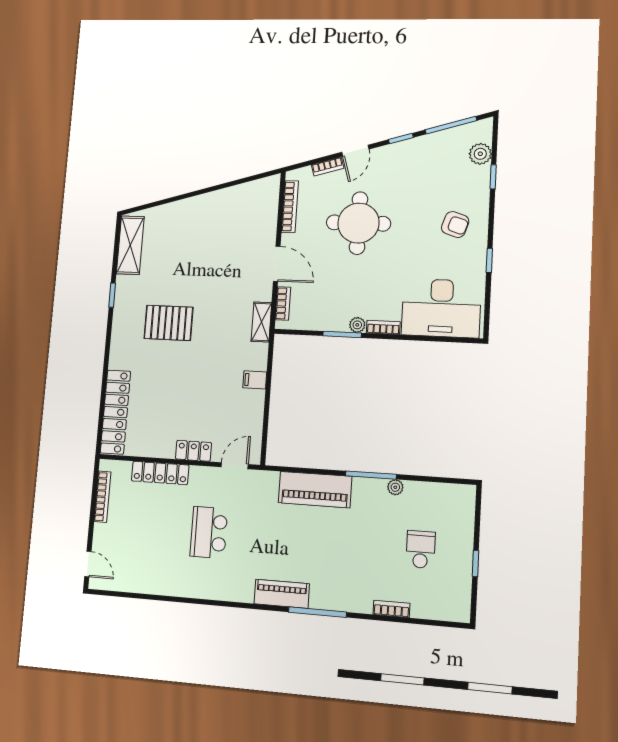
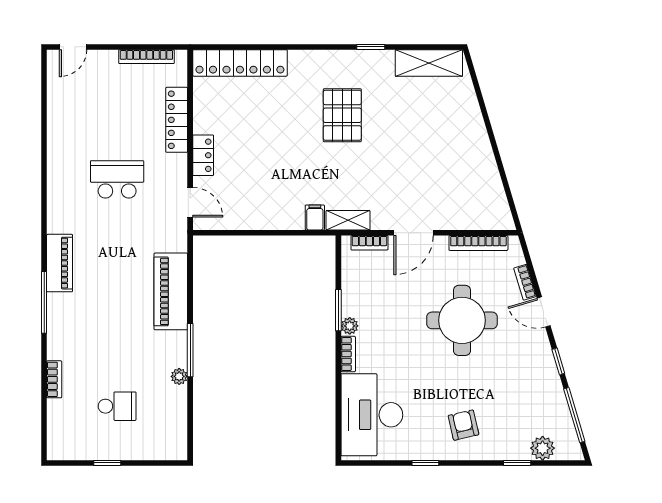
armchair: (455, 224) -> (463, 425), turned 149
filing cabinet: (255, 380) -> (315, 218), moved

